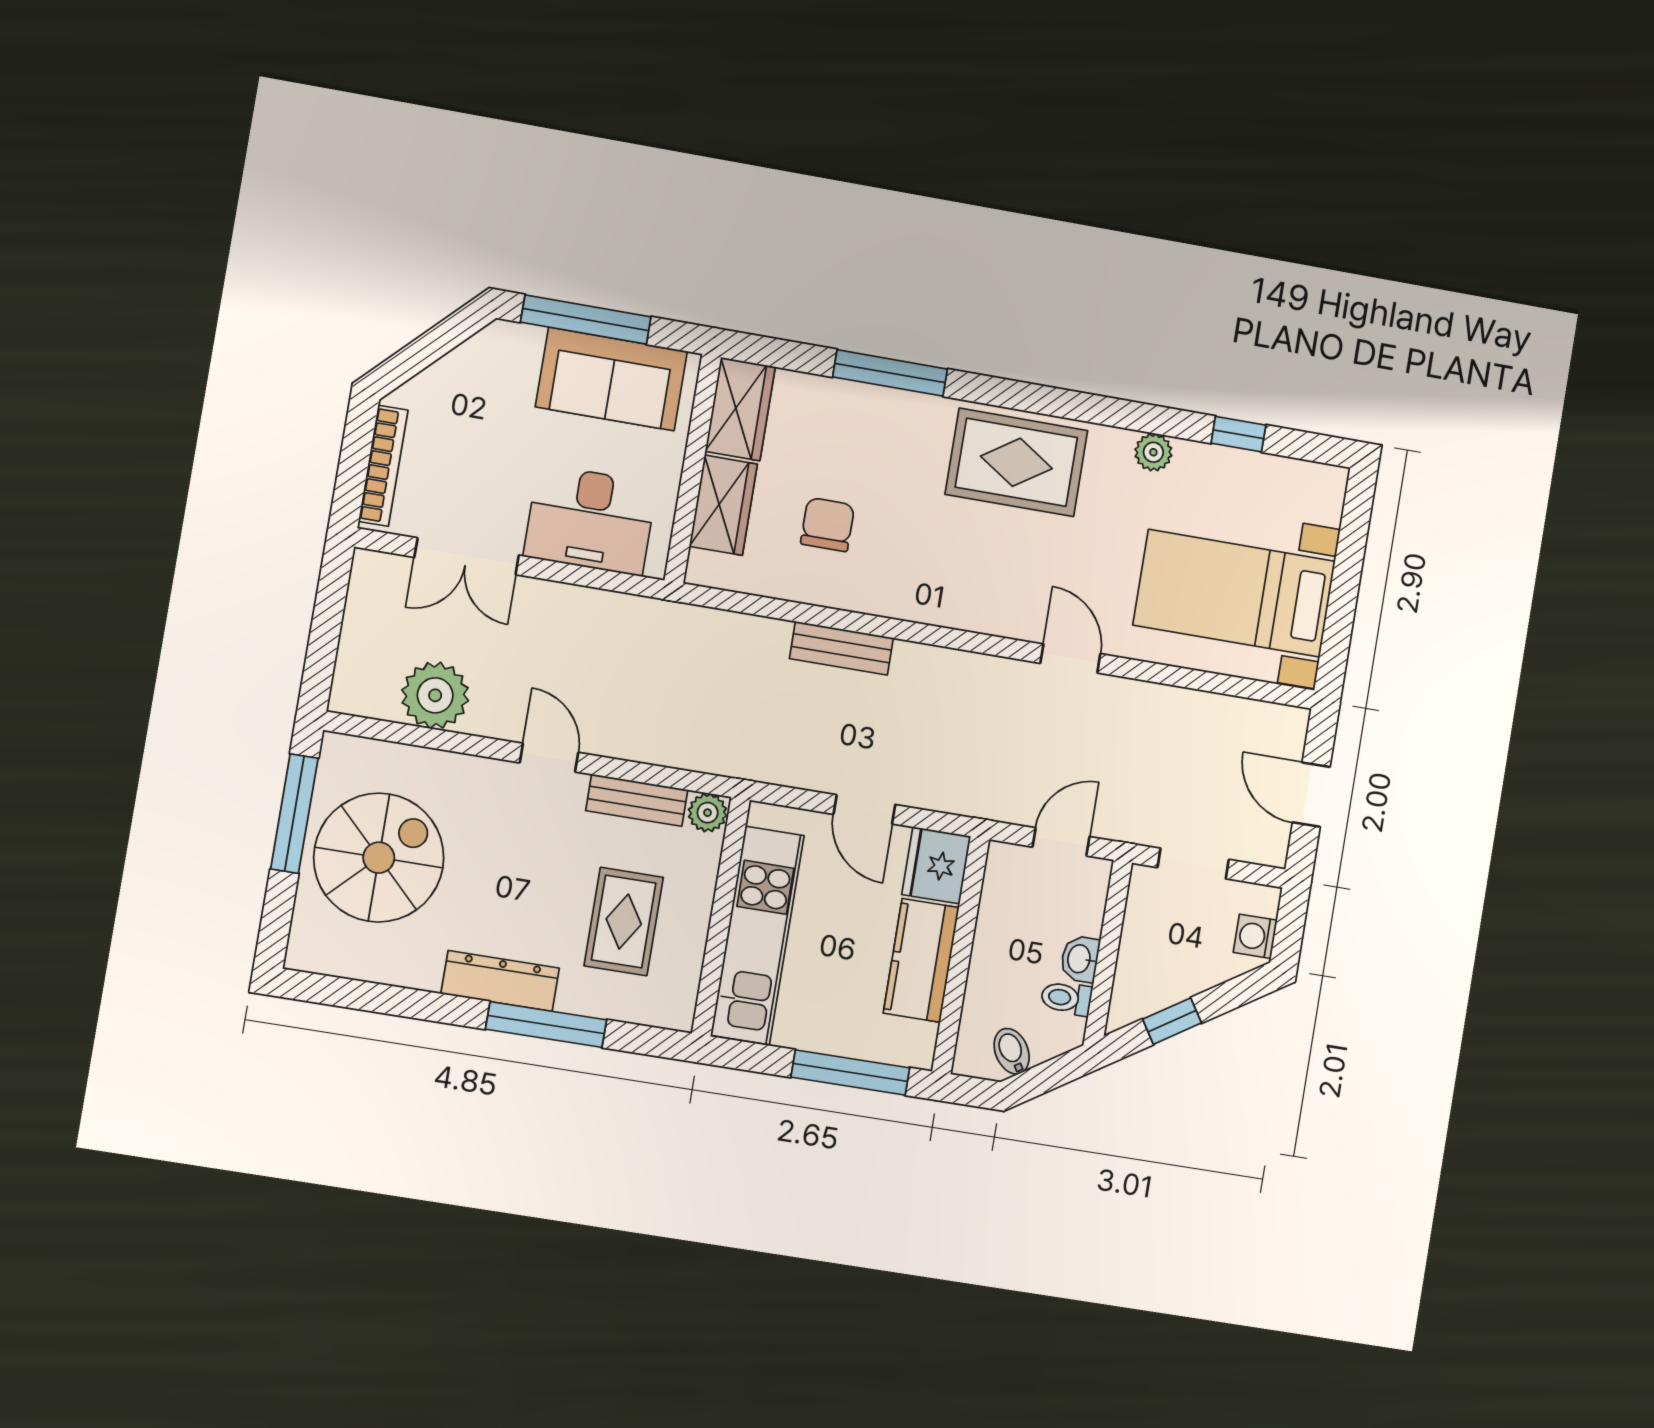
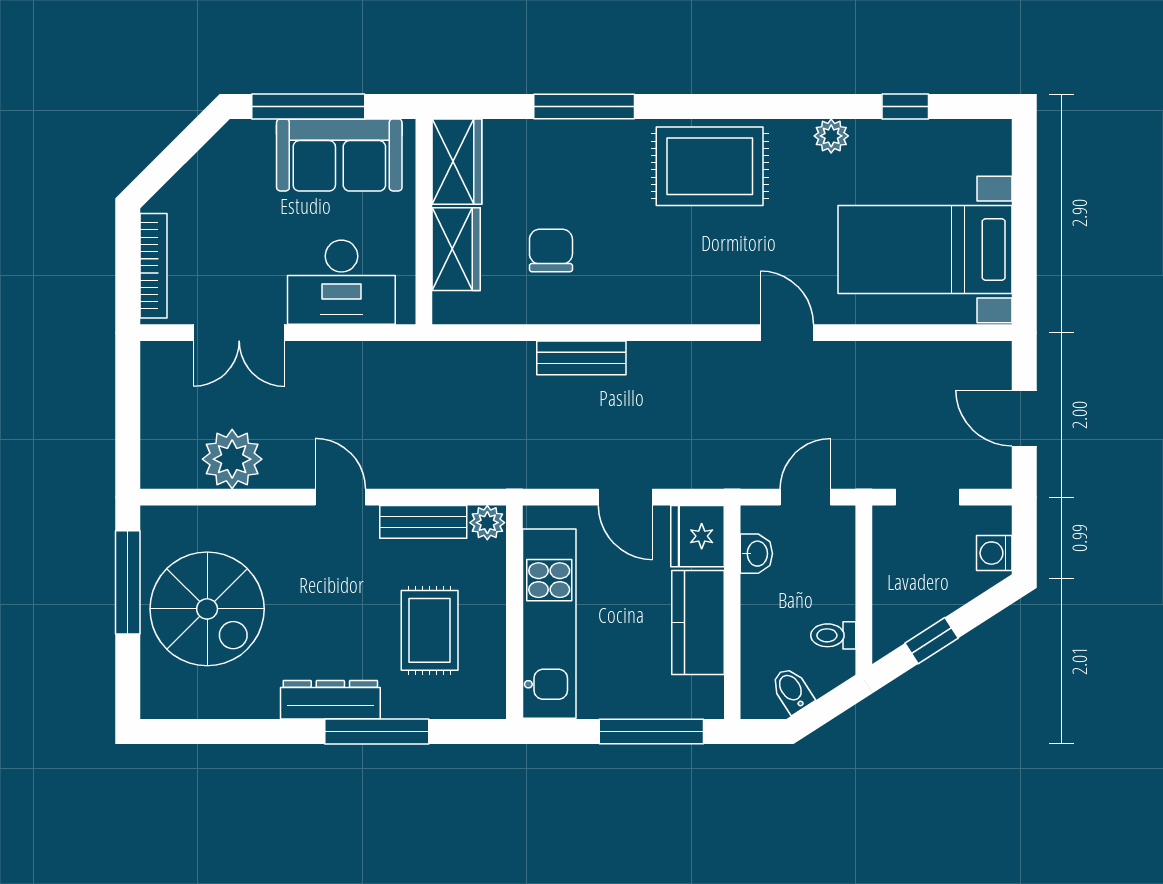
spiral stairs: (379, 858) -> (207, 609), turned 90
washbasin: (1080, 959) -> (756, 554), moved, turned 180

